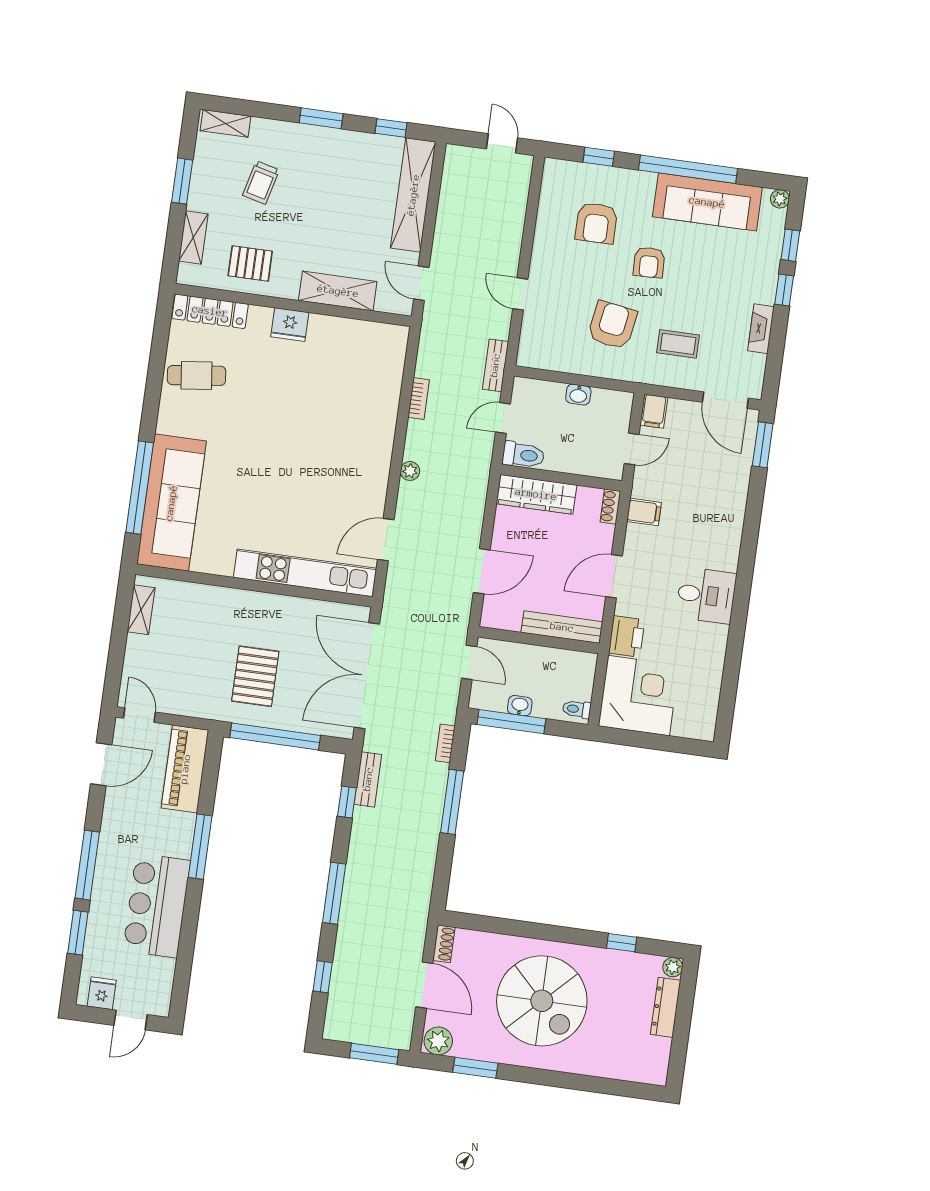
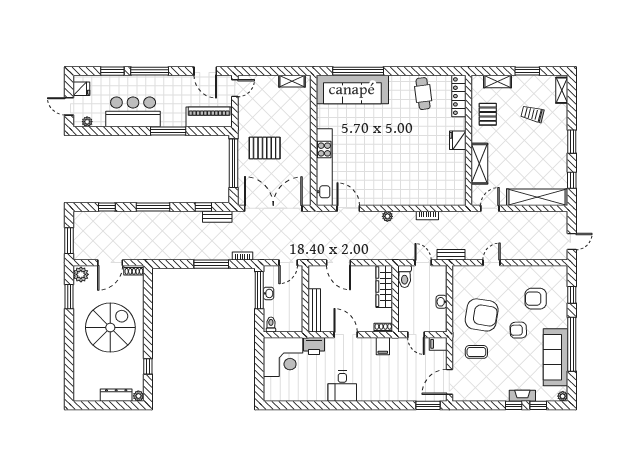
armchair: (612, 325) -> (482, 315), width x1.36, depth x1.36
fireplace: (761, 329) -> (522, 396), moved
coffee table: (678, 344) -> (476, 352), turned 90
plant: (163, 991) -> (87, 122), added
spiral stairs: (542, 1001) -> (110, 328), turned 180

